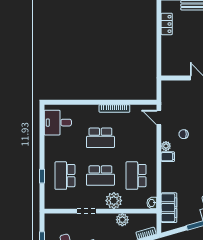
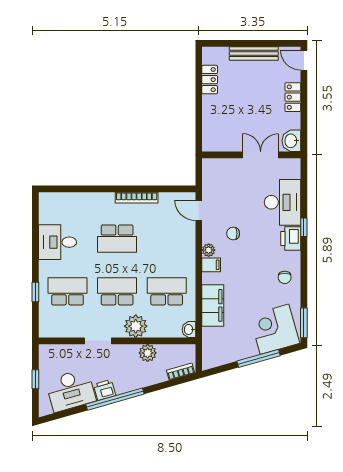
desk: (58, 123) -> (58, 242), moved
school desk: (65, 176) -> (68, 291), turned 90
school desk: (100, 176) -> (117, 291), turned 180
school desk: (136, 176) -> (167, 291), turned 90
filing cabinet: (169, 208) -> (213, 305), moved

